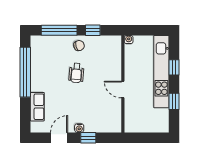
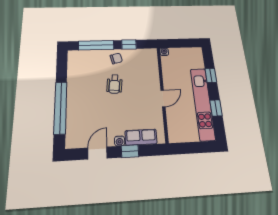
window: (25, 72) -> (60, 108), moved
kitchen unit: (161, 72) -> (203, 104), moved
door: (123, 90) -> (163, 98), swing flipped
row of seats: (37, 107) -> (141, 137), moved, turned -90

